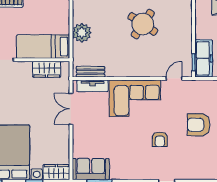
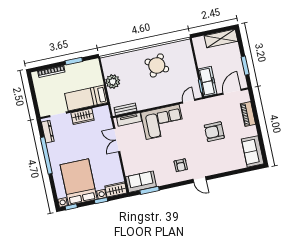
wardrobe: (47, 69) -> (82, 116), moved
armchair: (160, 139) -> (181, 165), moved

